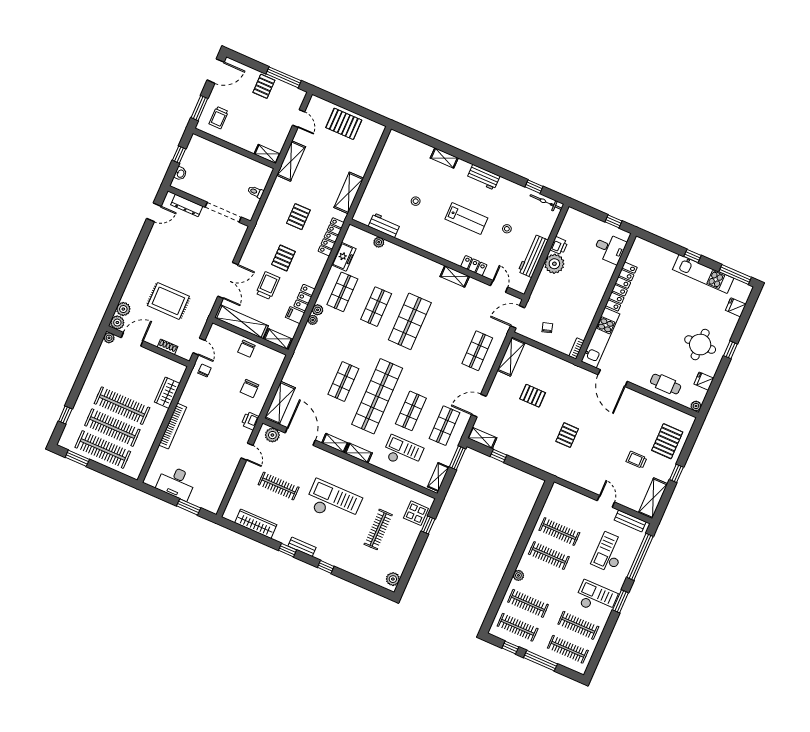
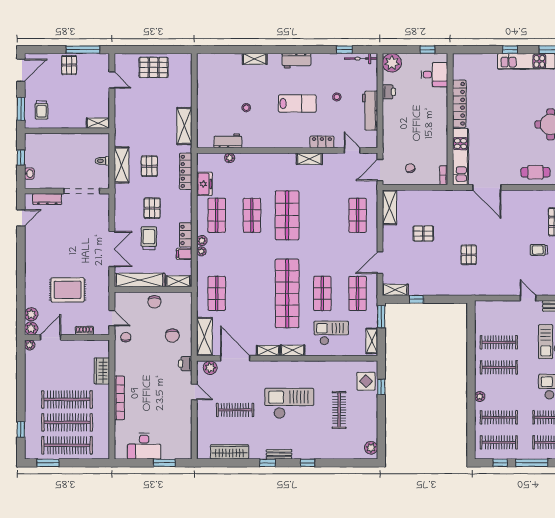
shelving: (291, 161) -> (122, 165), moved
plant: (554, 264) -> (392, 63), moved
shop shelf: (343, 381) -> (217, 293), moved

